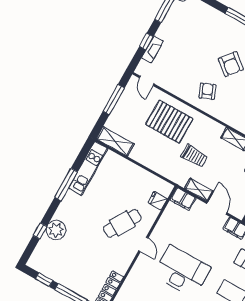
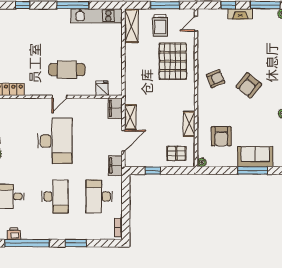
fireplace: (152, 49) -> (240, 14), moved
trolley: (194, 156) -> (160, 25), moved
cafe table: (122, 223) -> (67, 70), turned -31
plant: (56, 230) -> (31, 18), removed

